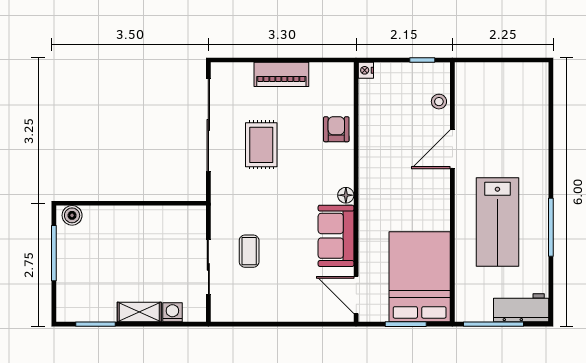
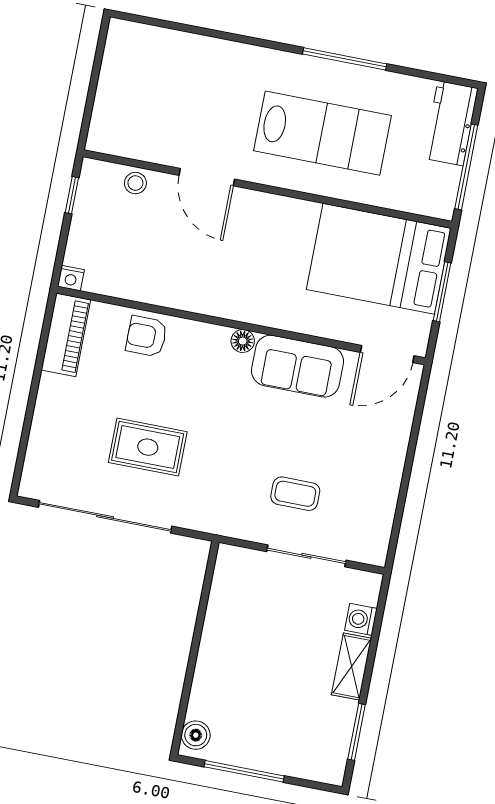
piano: (281, 74) -> (66, 335), moved

